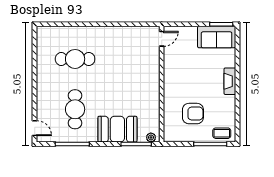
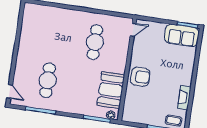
cafe table: (75, 59) -> (95, 42), moved, turned 90
fireplace: (230, 81) -> (184, 98), moved
armchair: (193, 114) -> (140, 77), moved
booth: (117, 129) -> (111, 90), moved, turned 90

